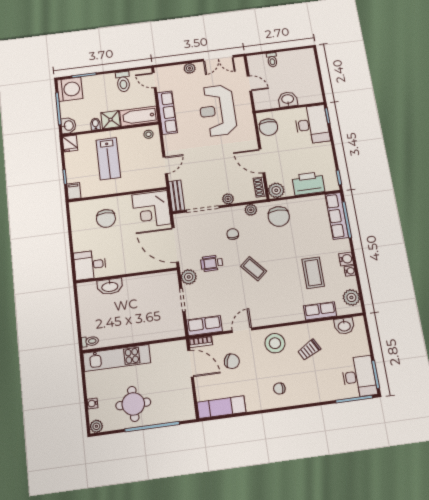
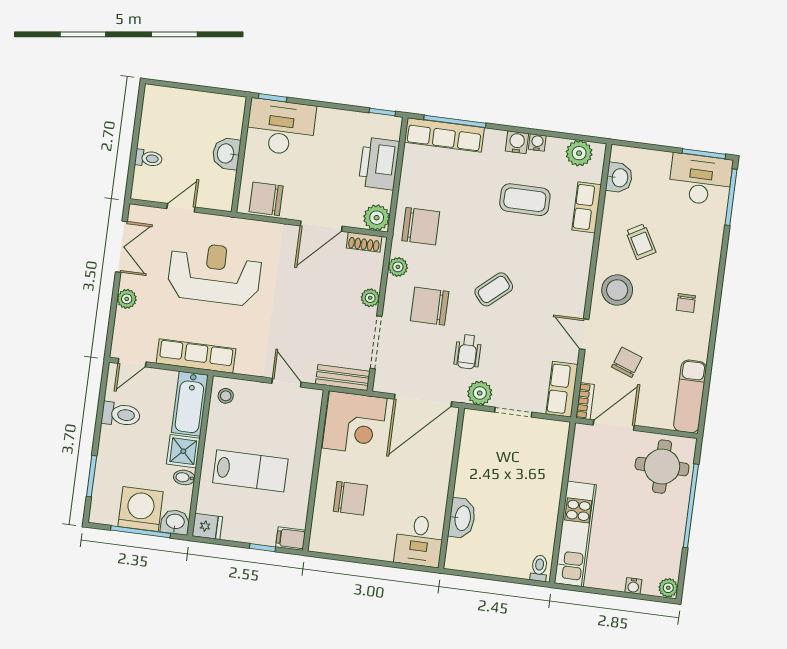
washing machine: (70, 89) -> (141, 509), moved
reception desk: (217, 111) -> (215, 274), turned 180
chair: (268, 127) -> (266, 199), turned 180
chair: (233, 234) -> (430, 306), width x1.87, depth x1.87
round table: (133, 404) -> (662, 467), moved

